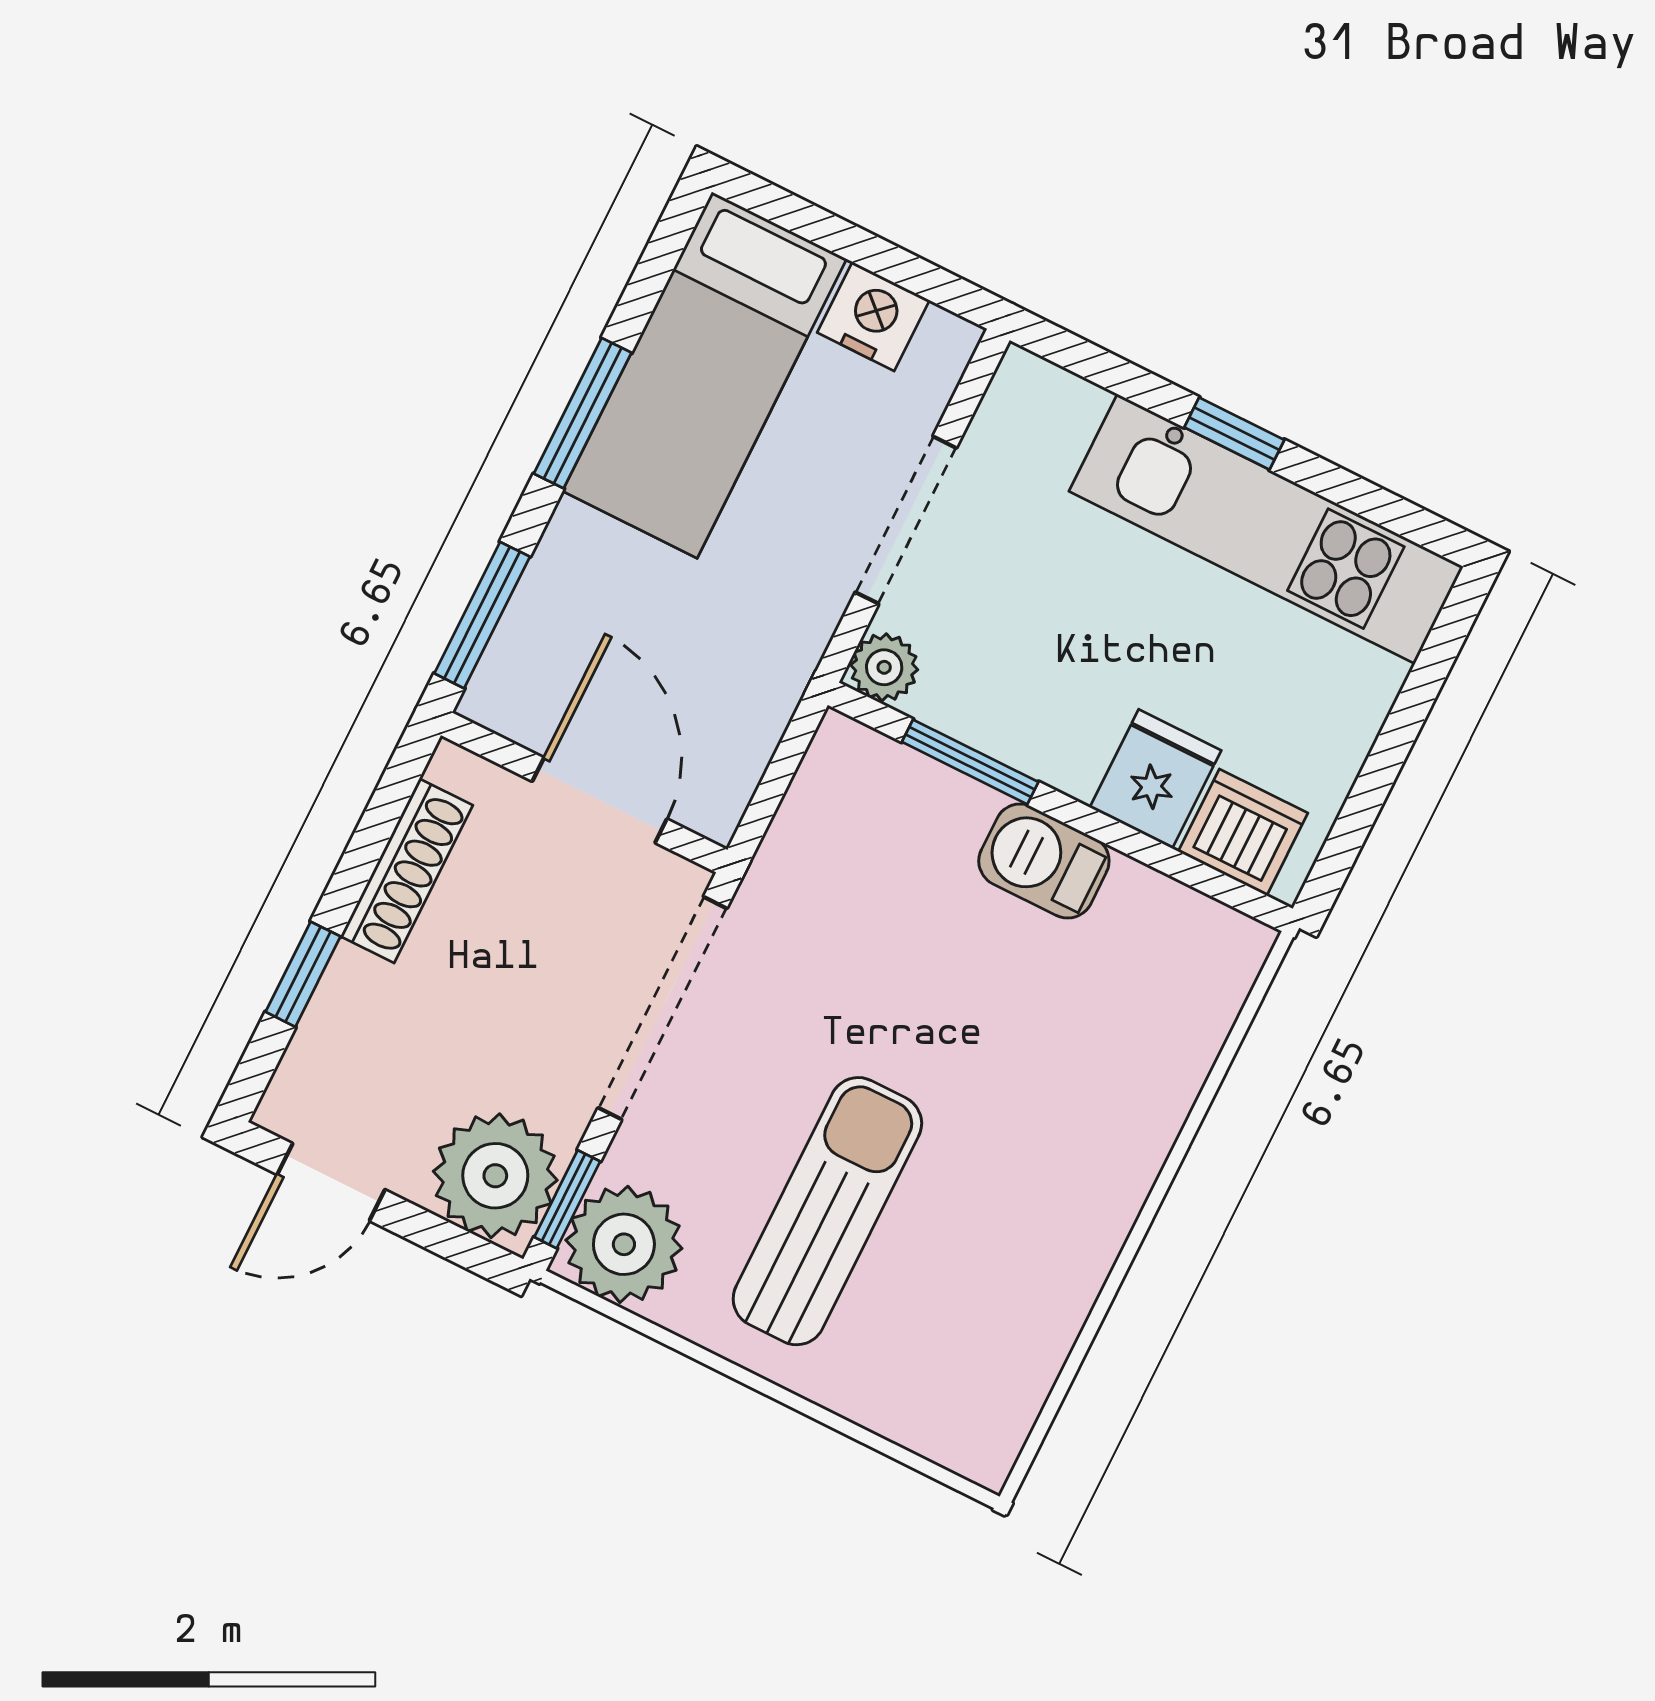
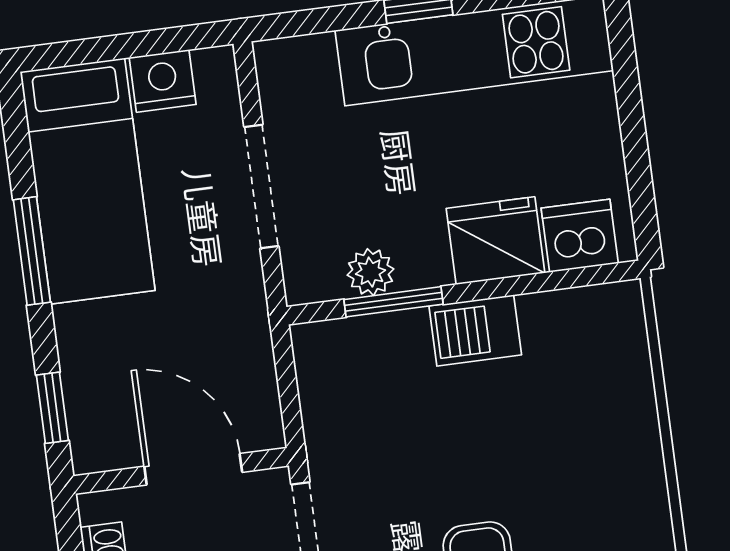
window: (482, 615) -> (52, 408), width x0.67
plant: (884, 667) -> (371, 272), moved
fridge: (1155, 779) -> (496, 241), width x1.38

